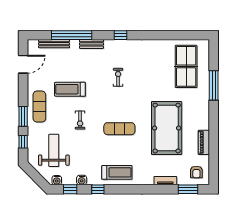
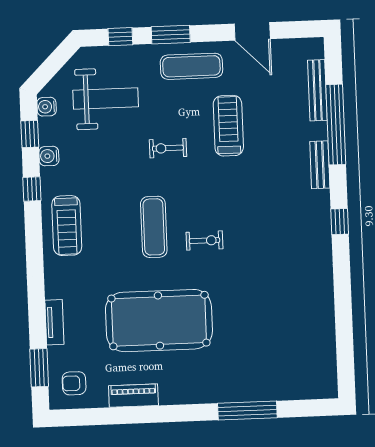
door: (23, 64) -> (252, 31), moved
table tennis table: (186, 66) -> (283, 354), removed
exercise bike: (118, 77) -> (204, 241), moved

